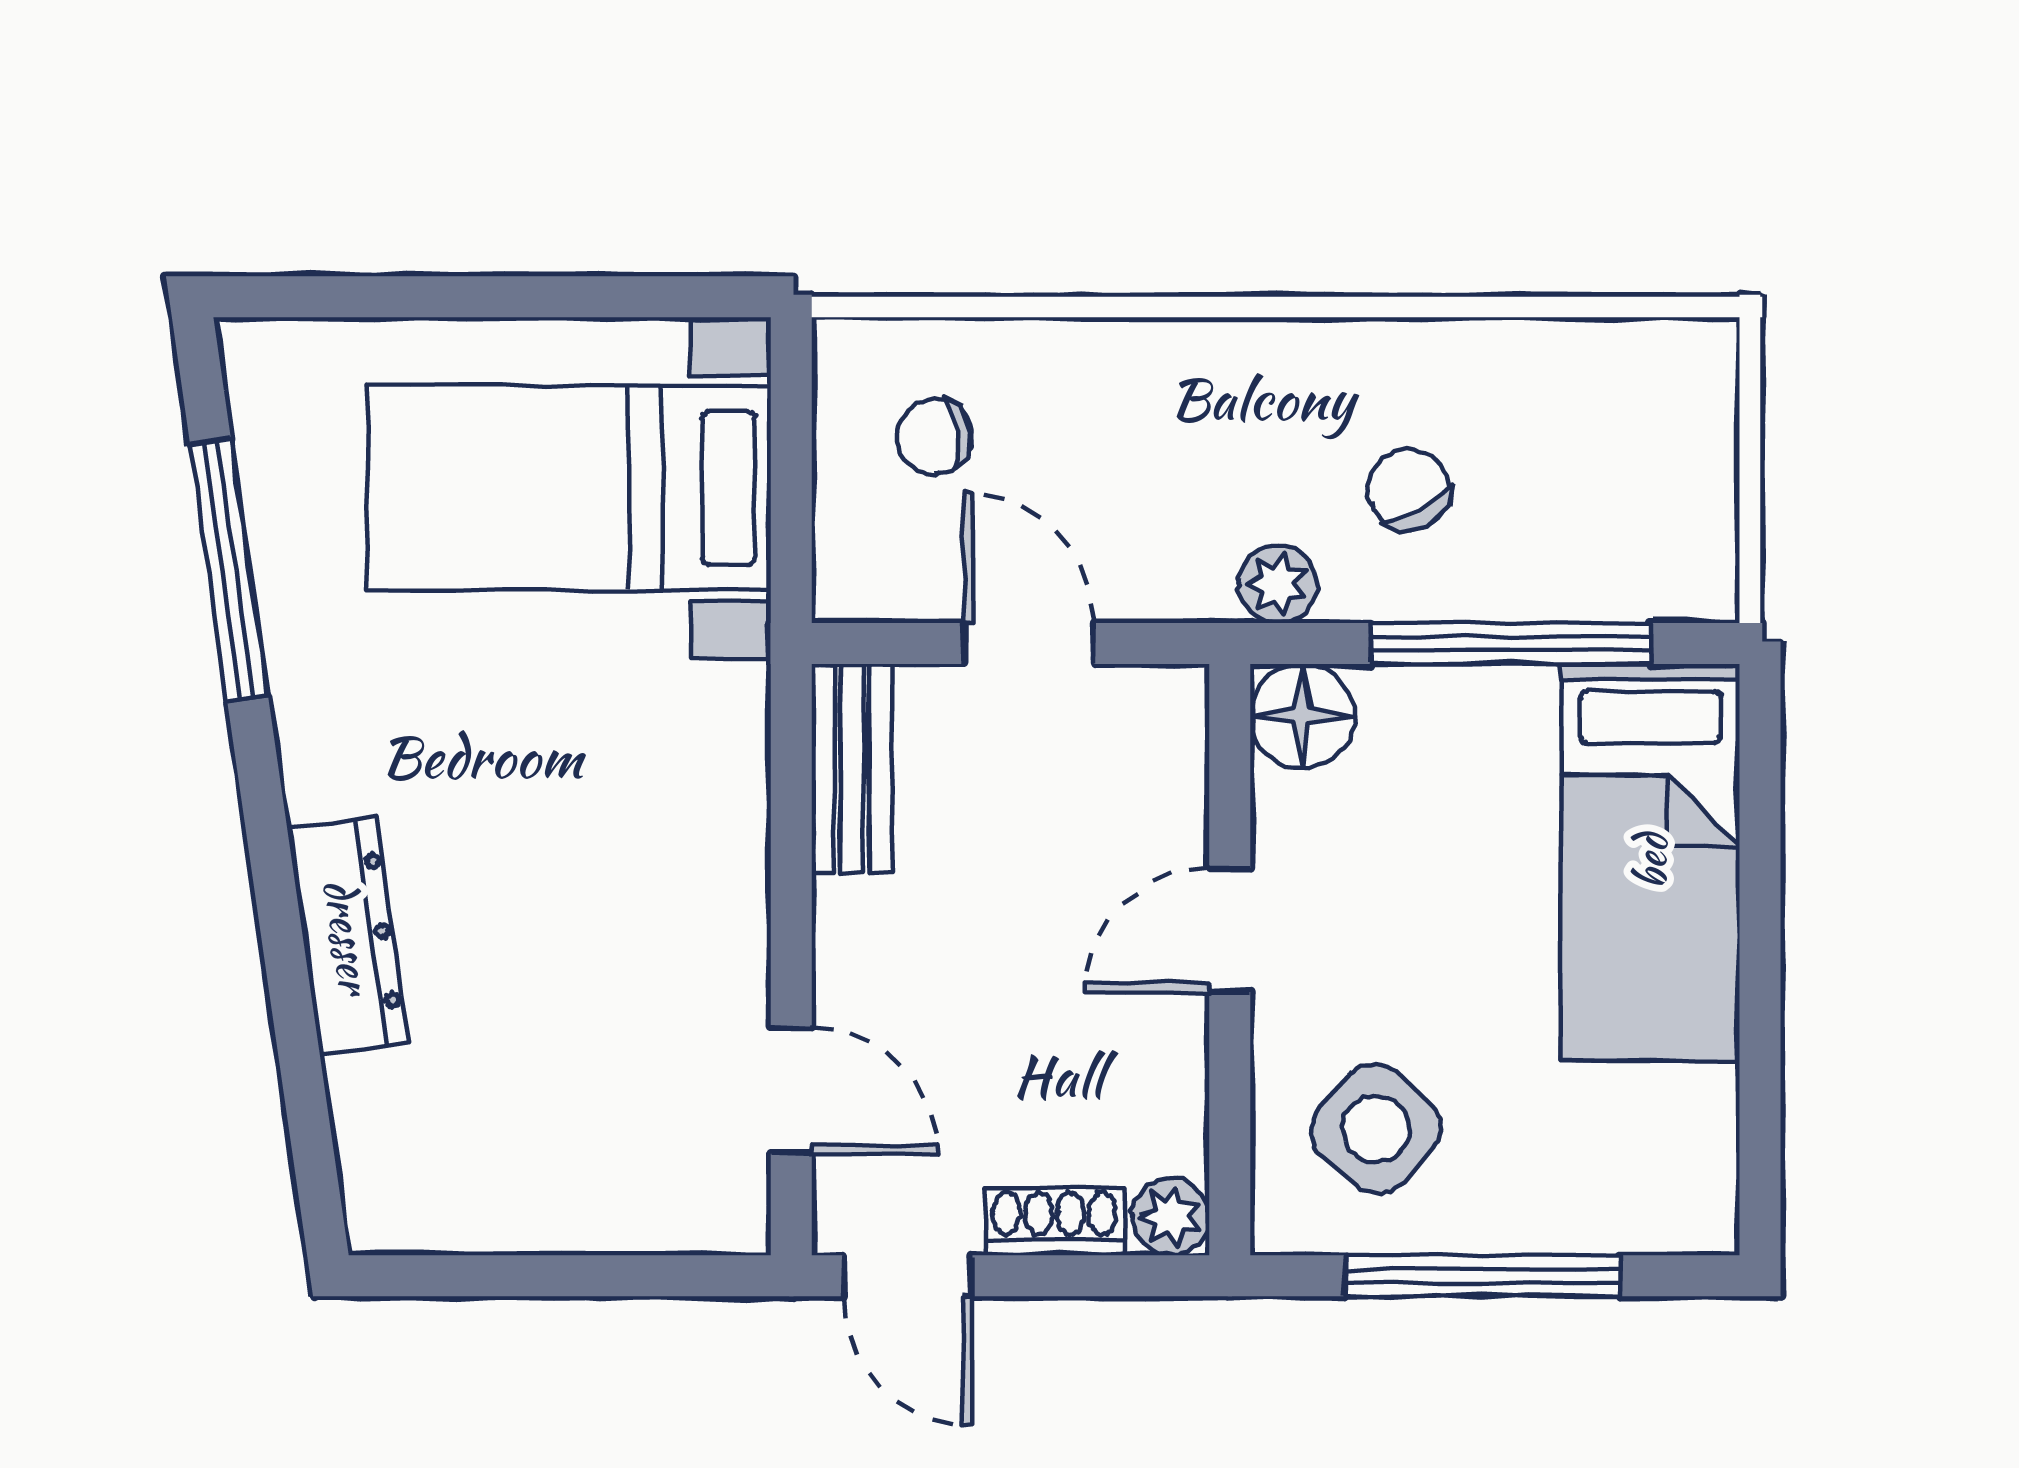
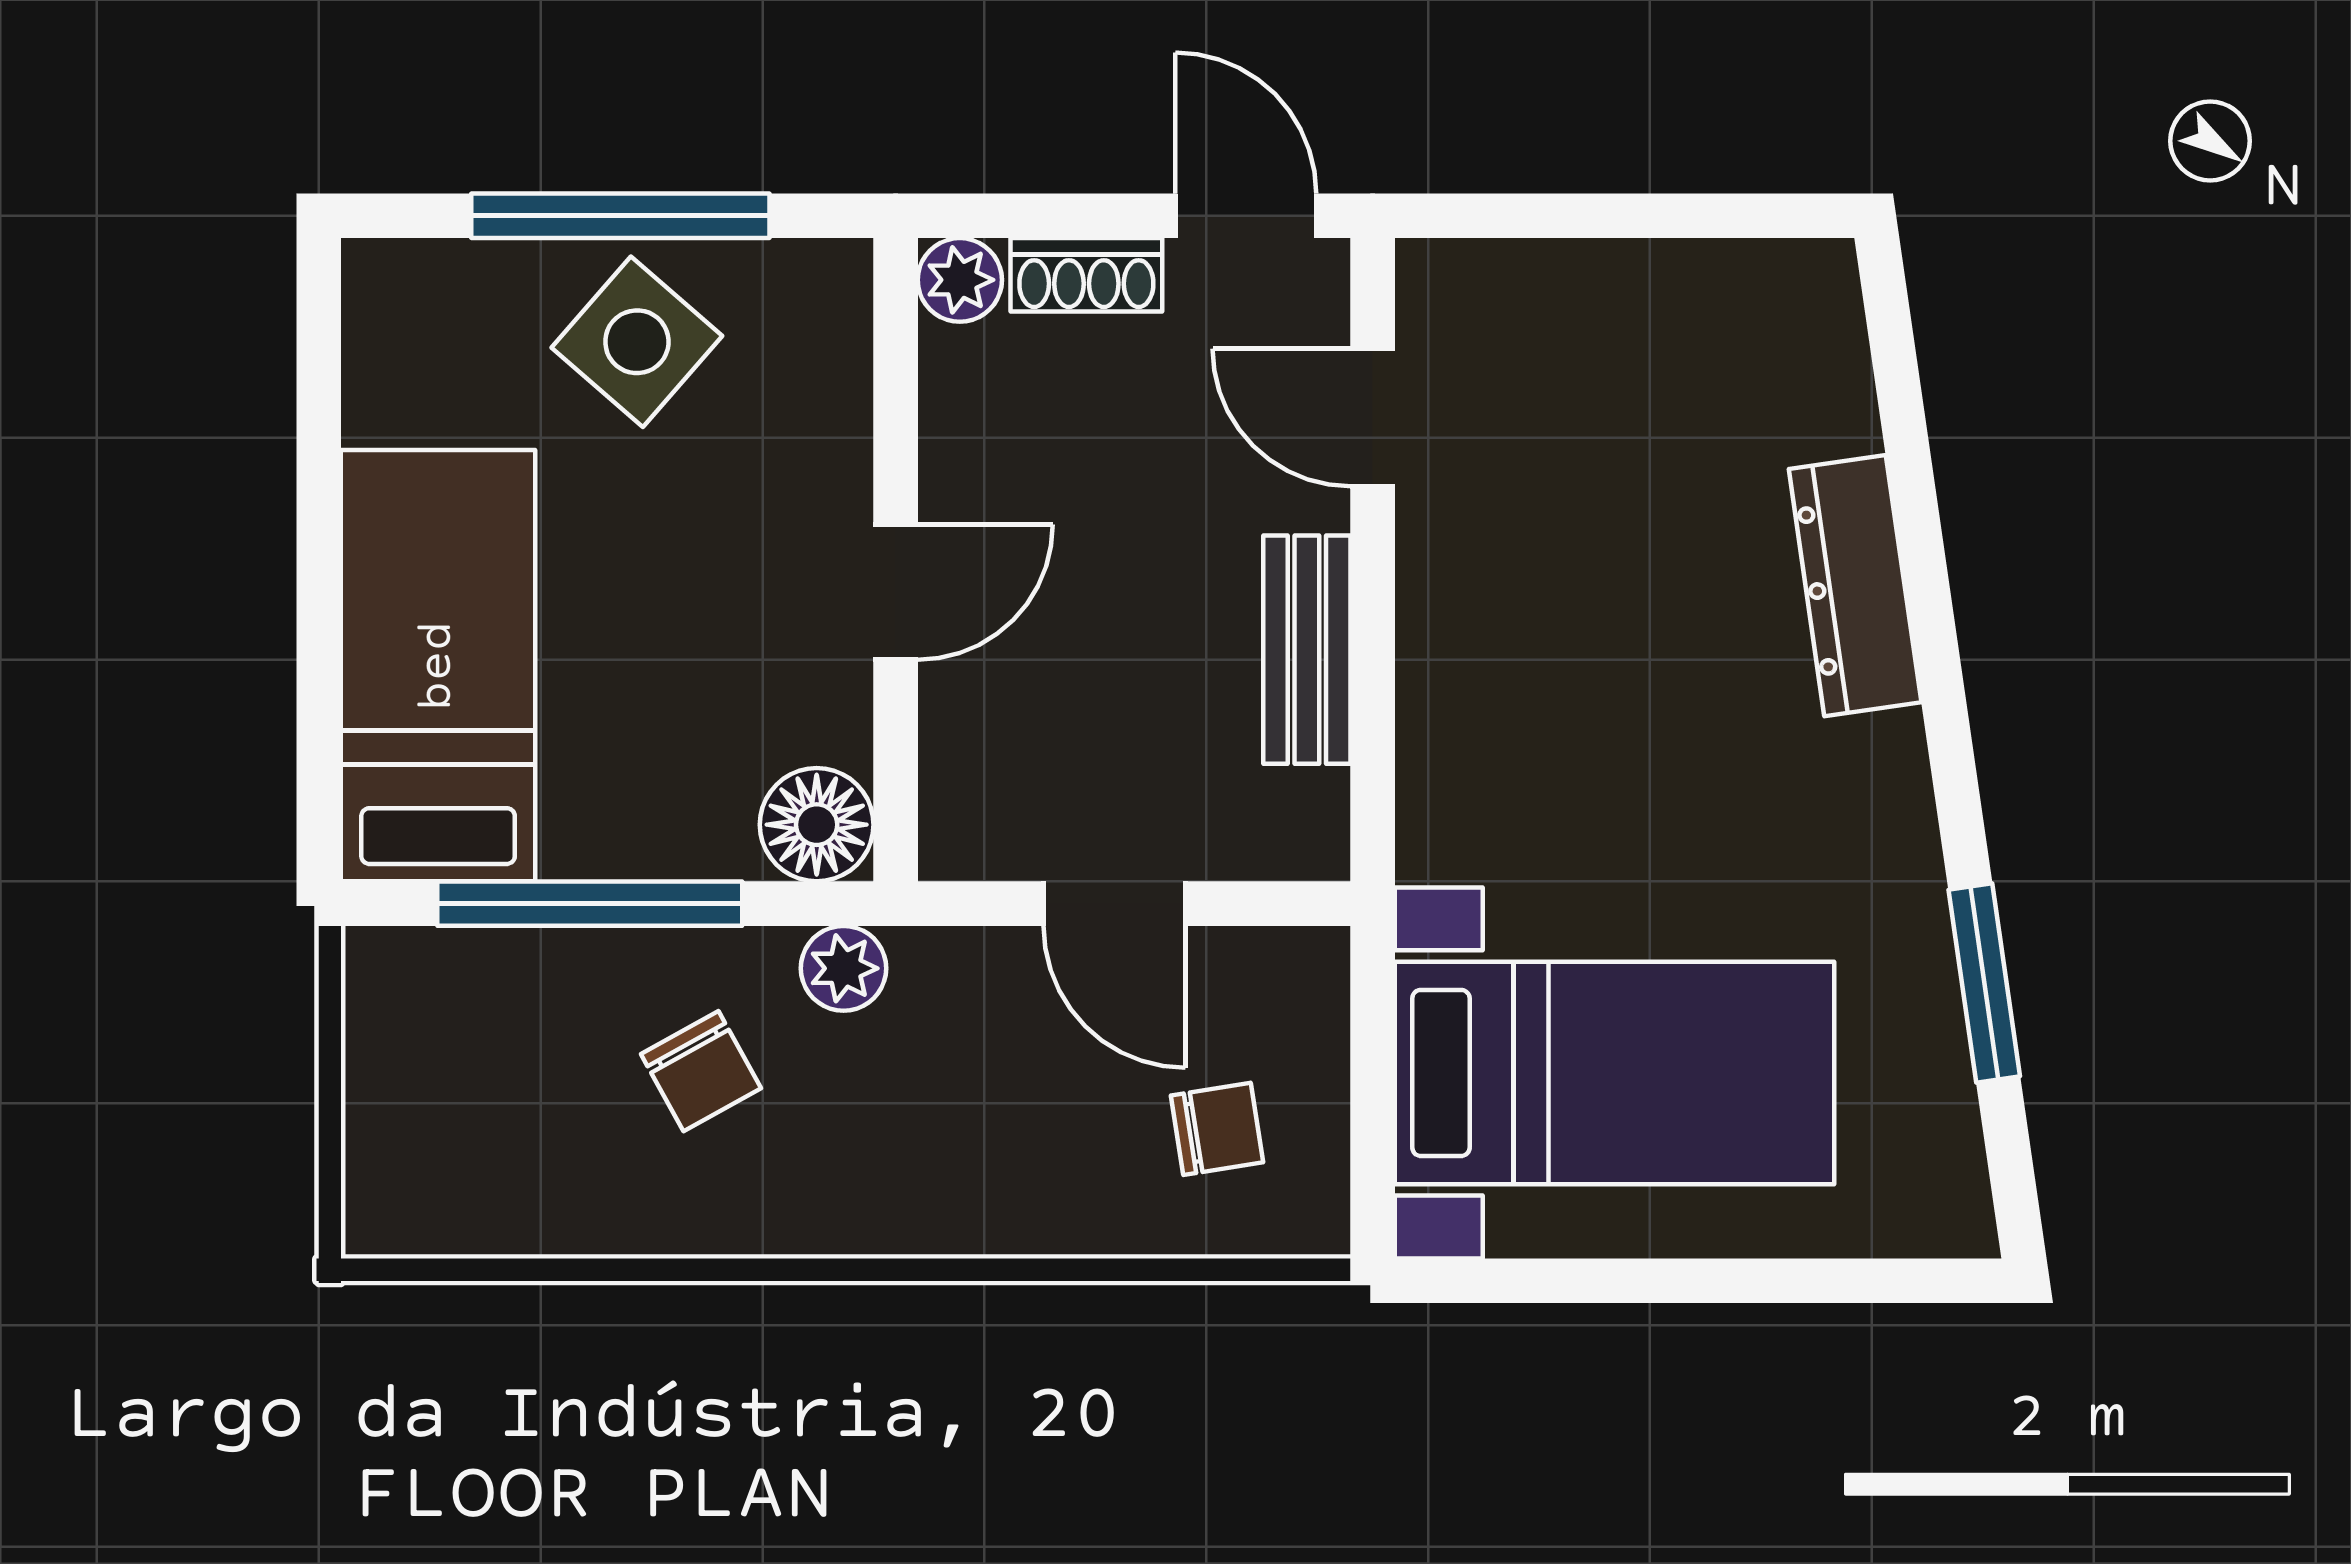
window: (229, 571) -> (1984, 983), width x0.69
bench: (852, 769) -> (1307, 650), moved
side table: (1376, 1129) -> (637, 342), moved

